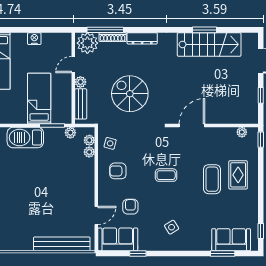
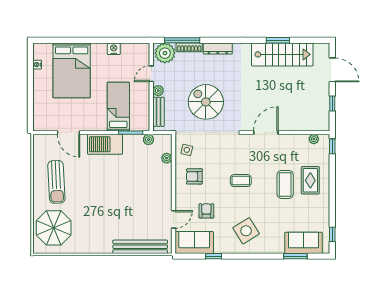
plant: (89, 140) -> (167, 147), removed
side table: (172, 227) -> (246, 231), width x1.87, depth x1.87

